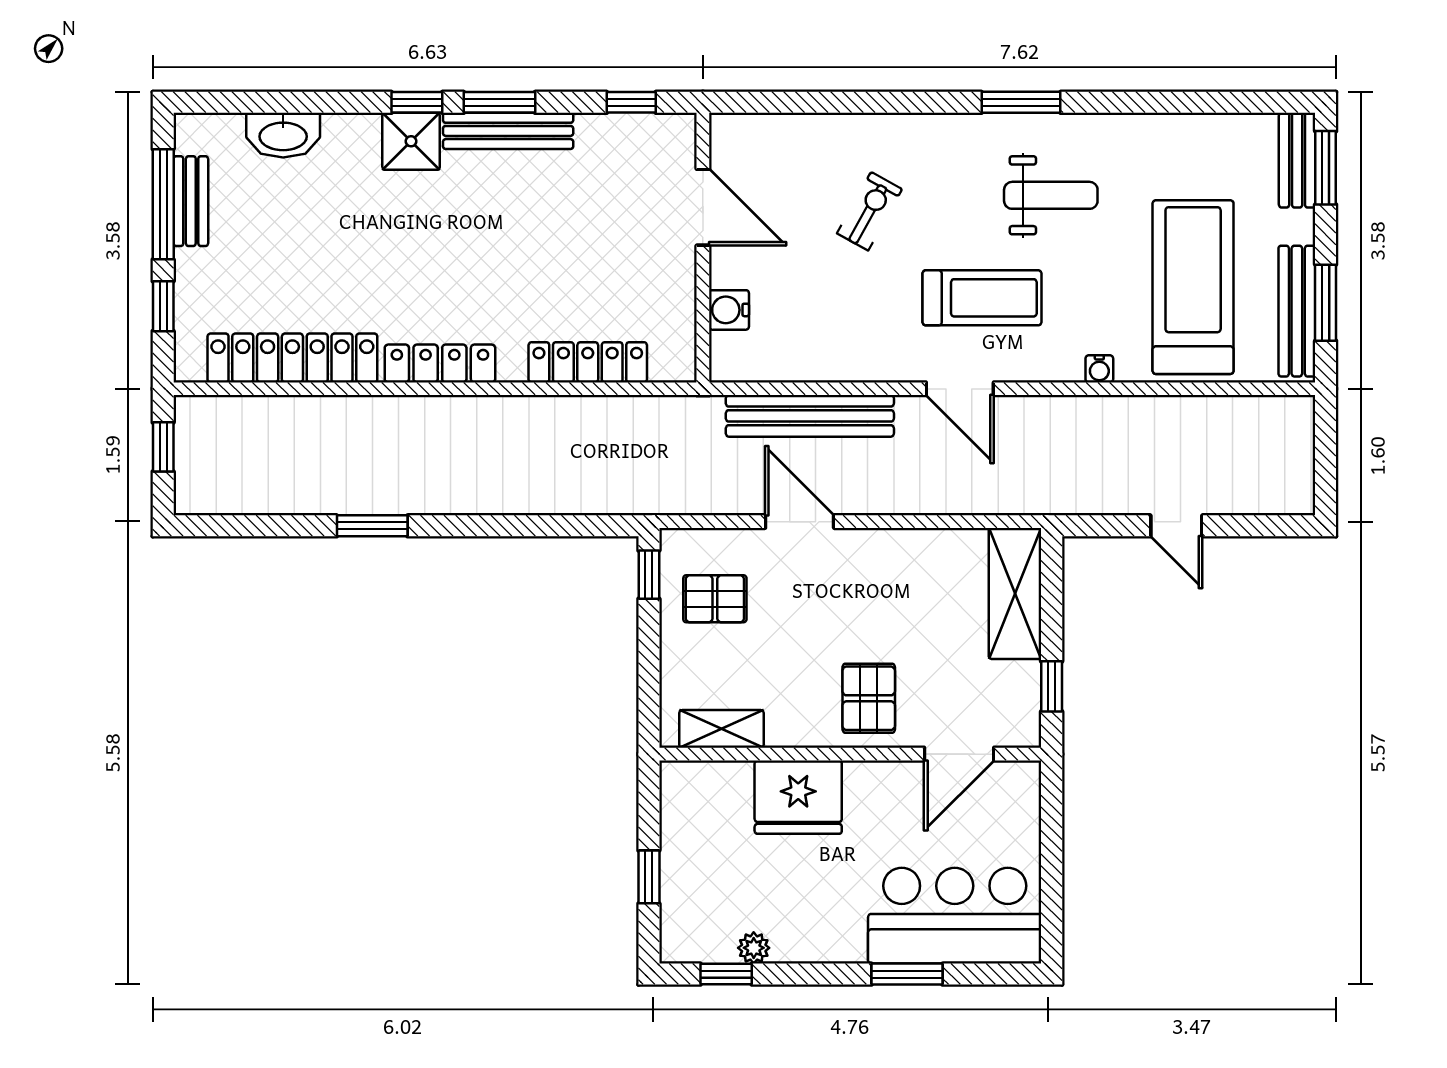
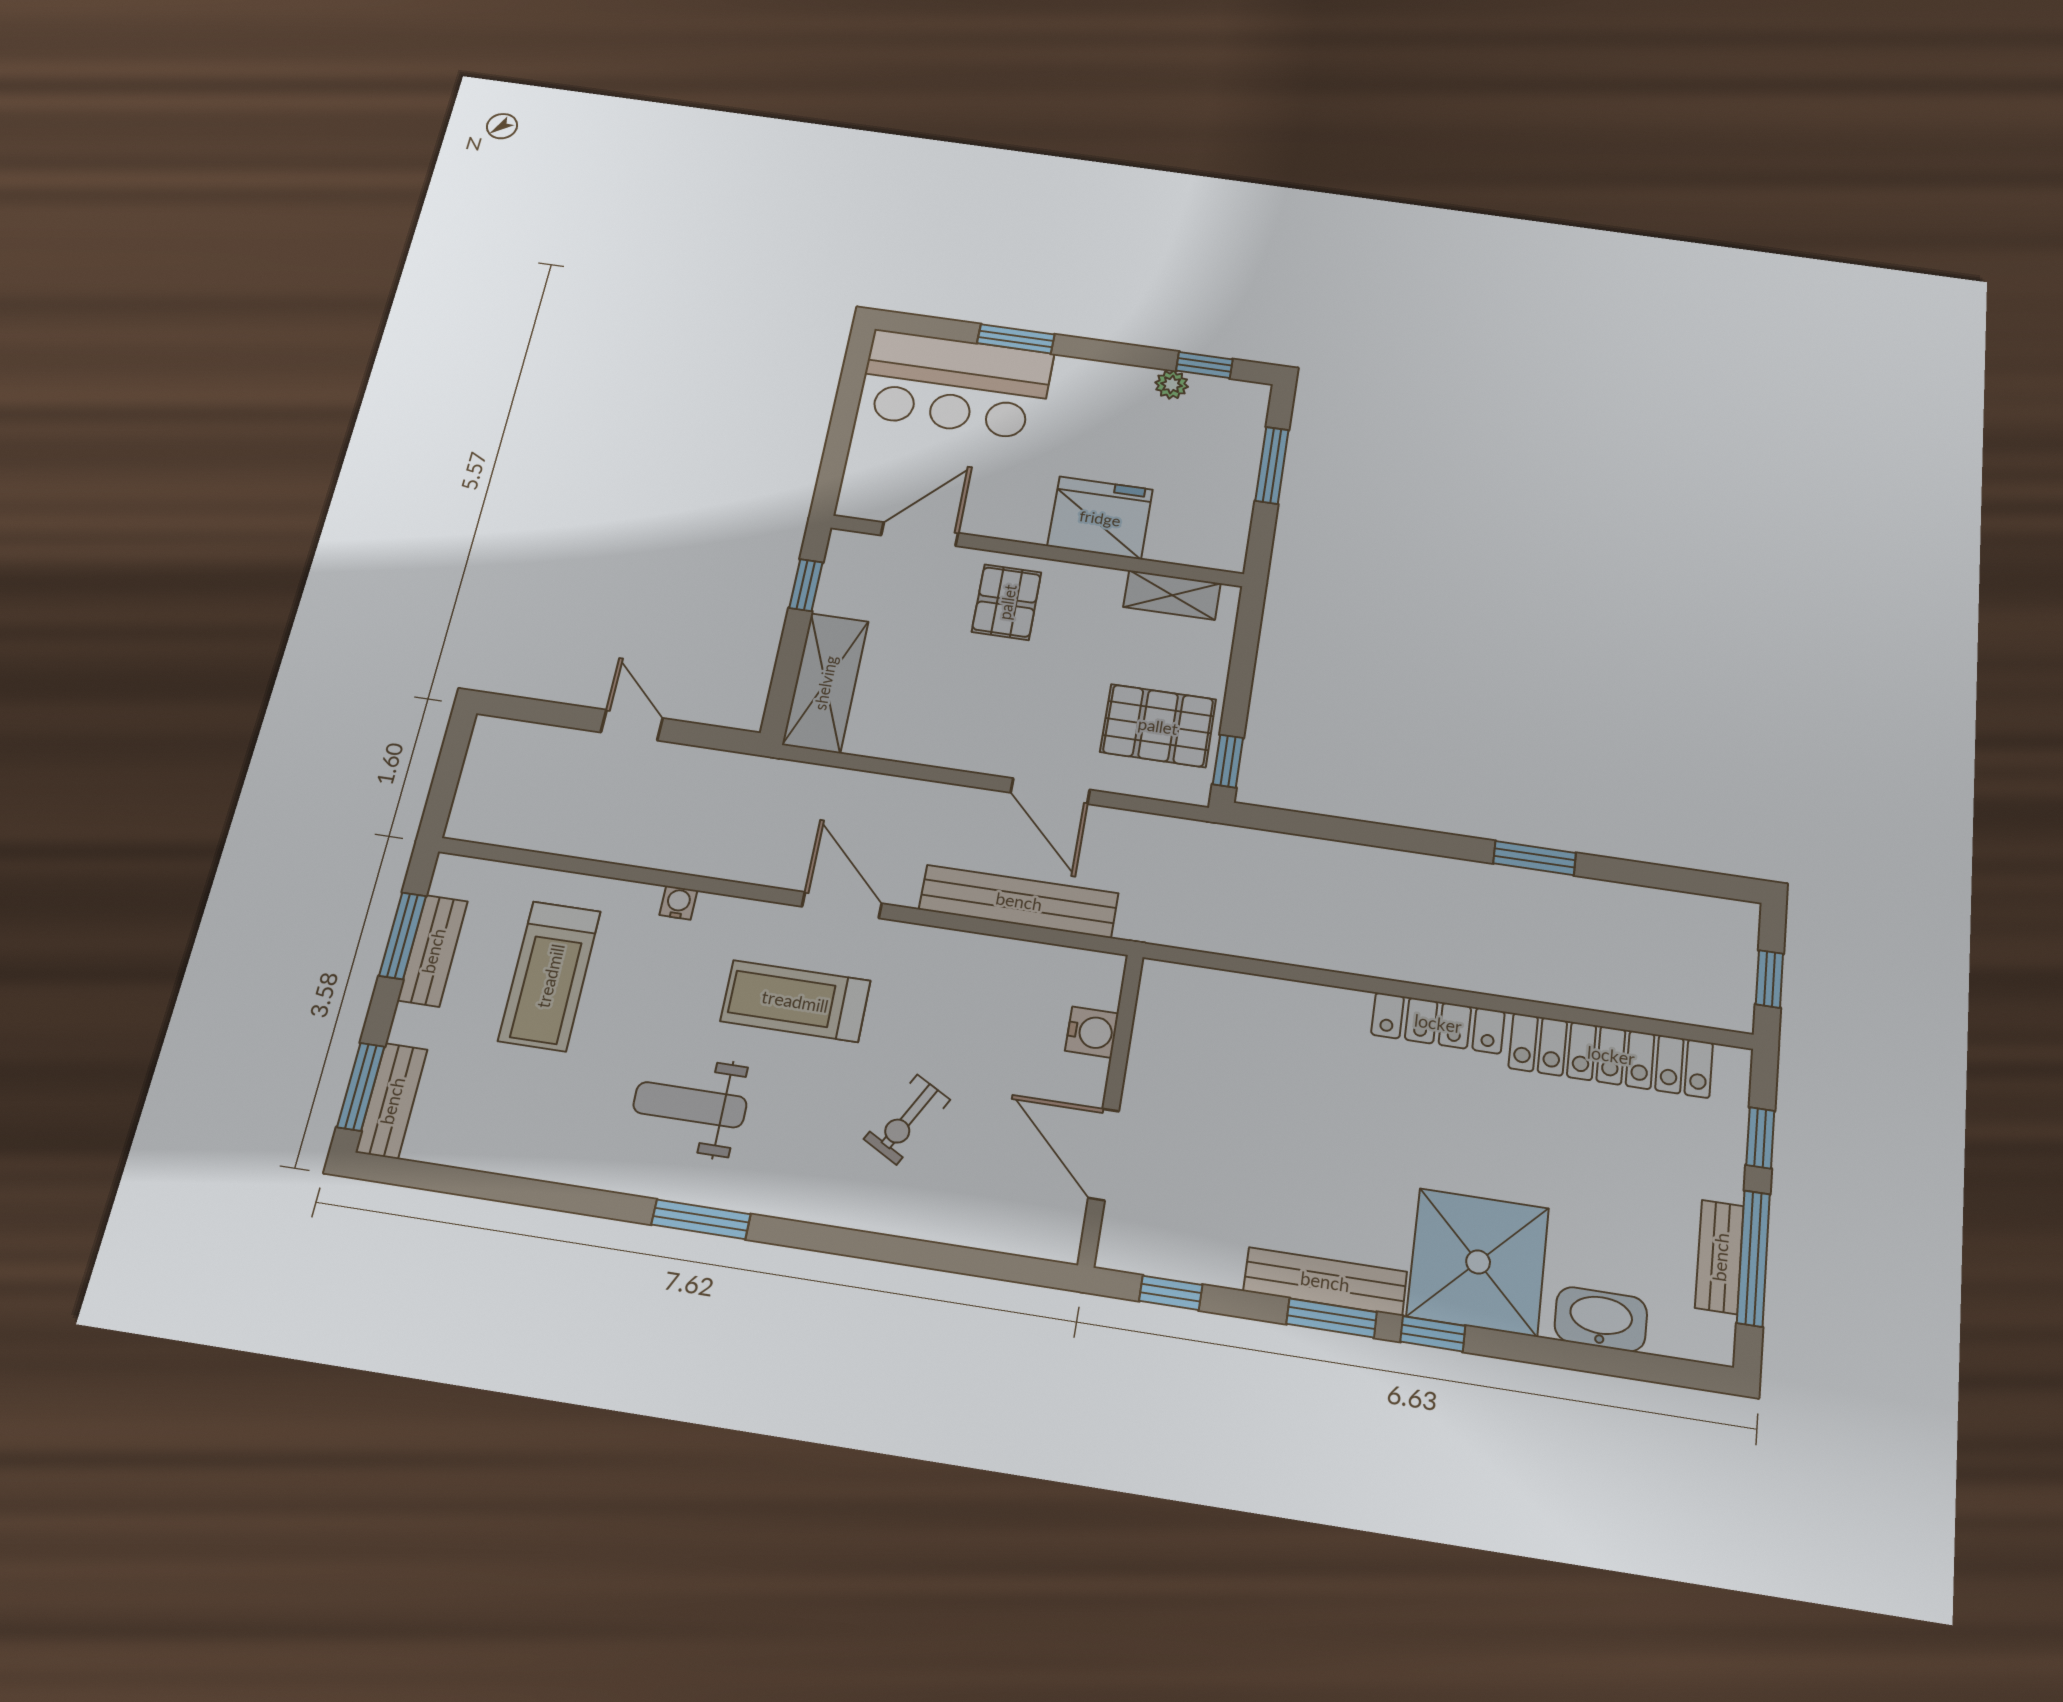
shower: (411, 141) -> (1478, 1262), width x1.86, depth x1.86
treadmill: (1193, 287) -> (550, 976), width x0.73, depth x0.73
bench: (1297, 311) -> (433, 951), width x0.73
locker: (588, 362) -> (1265, 998), removed
pallet: (715, 599) -> (1158, 726), width x1.50, depth x1.42
window: (649, 877) -> (1272, 465), width x1.50

